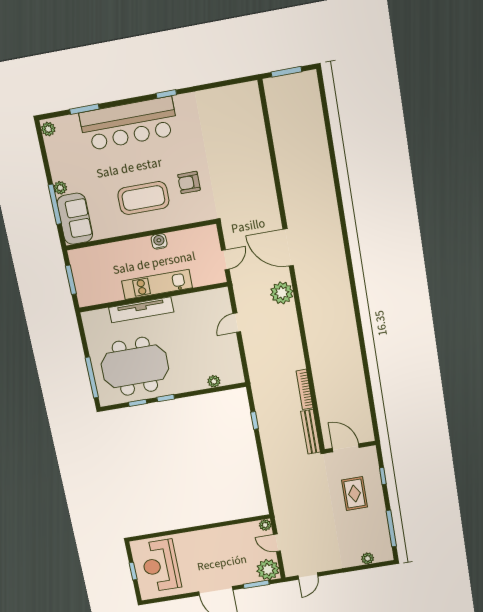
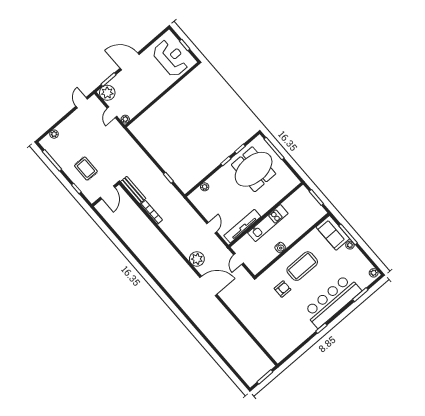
tv unit: (141, 310) -> (242, 226), moved
door: (346, 448) -> (108, 192), hinge flipped
door: (277, 543) -> (112, 112), swing flipped

